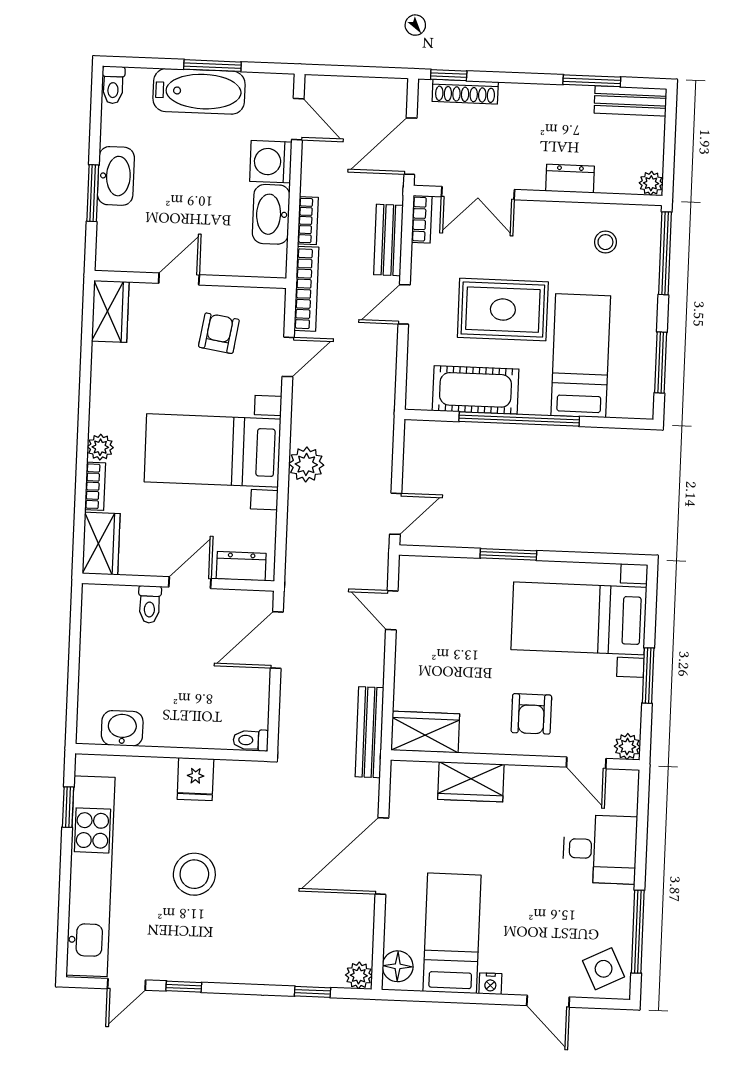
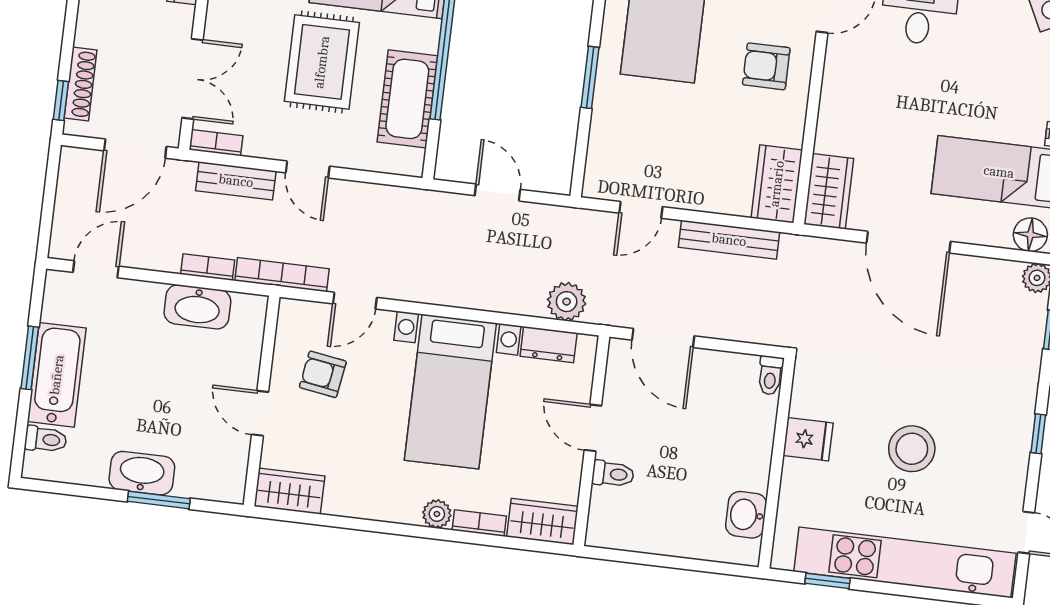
toilet: (113, 85) -> (46, 439), moved
door: (410, 146) -> (135, 149), hinge flipped
washing machine: (271, 162) -> (140, 302), removed
door: (288, 357) -> (355, 301), swing flipped
plant: (306, 464) -> (567, 302), moved
door: (396, 514) -> (498, 192), moved
dresser: (241, 566) -> (549, 345), moved, turned -90
armchair: (531, 714) -> (766, 66), turned 180
bench: (369, 732) -> (729, 240), moved
wardrobe: (471, 782) -> (829, 191), moved
window: (184, 987) -> (1038, 434), moved

